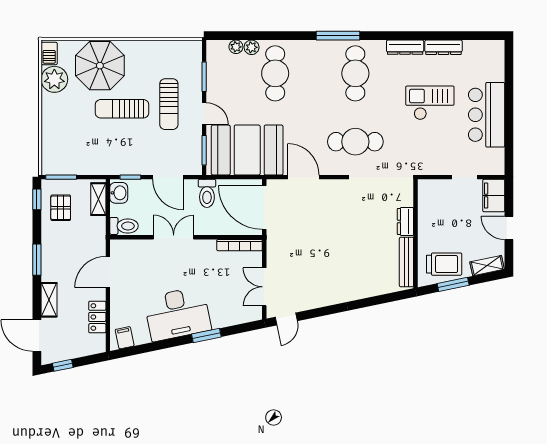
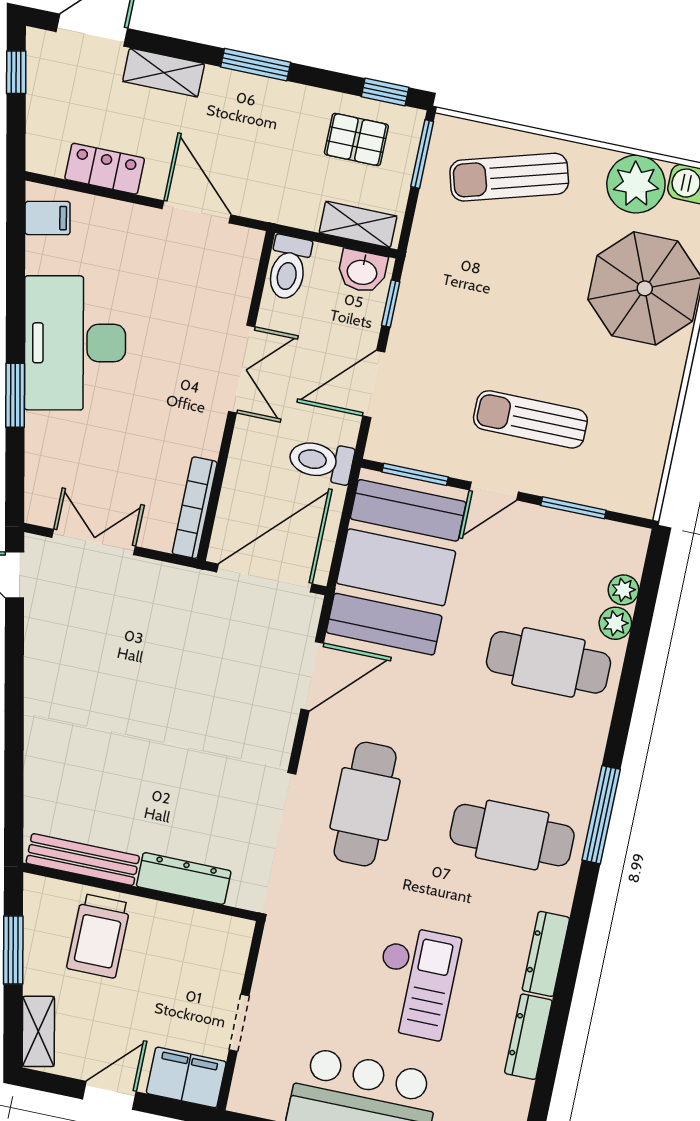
sun lounger: (122, 109) -> (509, 177), moved, turned -106
dresser: (405, 221) -> (184, 879), width x1.44
trolley: (444, 264) -> (99, 936), moved

